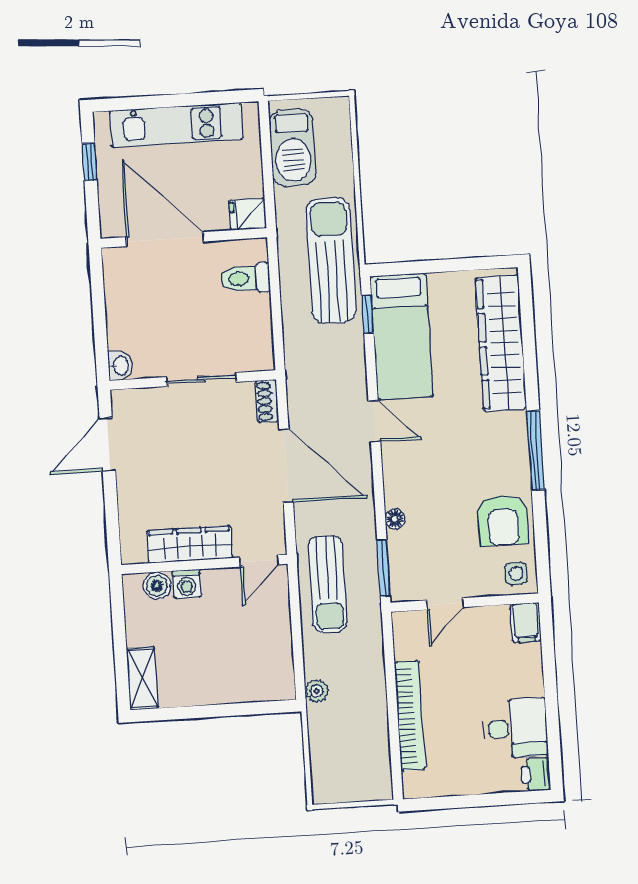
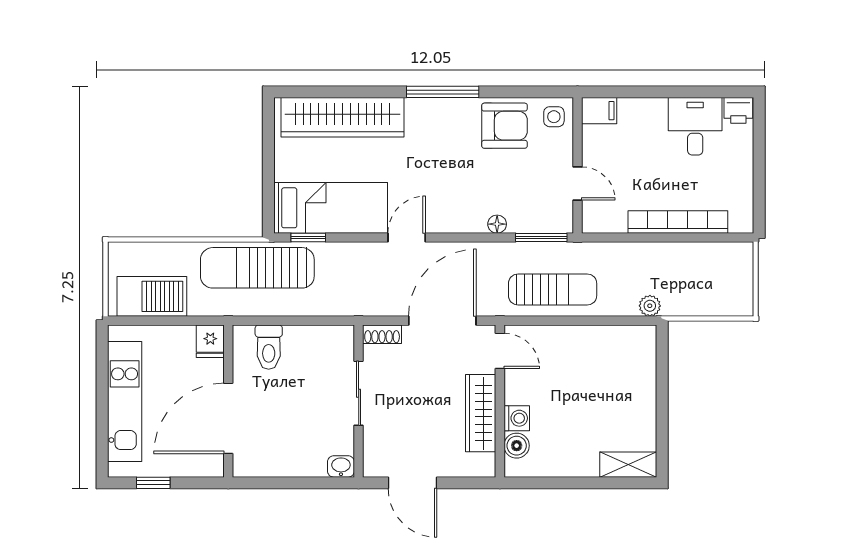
wardrobe: (190, 544) -> (481, 413), moved
door: (259, 561) -> (500, 351), moved
wall: (204, 564) -> (500, 401), moved
washing machine: (187, 584) -> (517, 418), moved
boiler: (157, 586) -> (517, 446), moved

